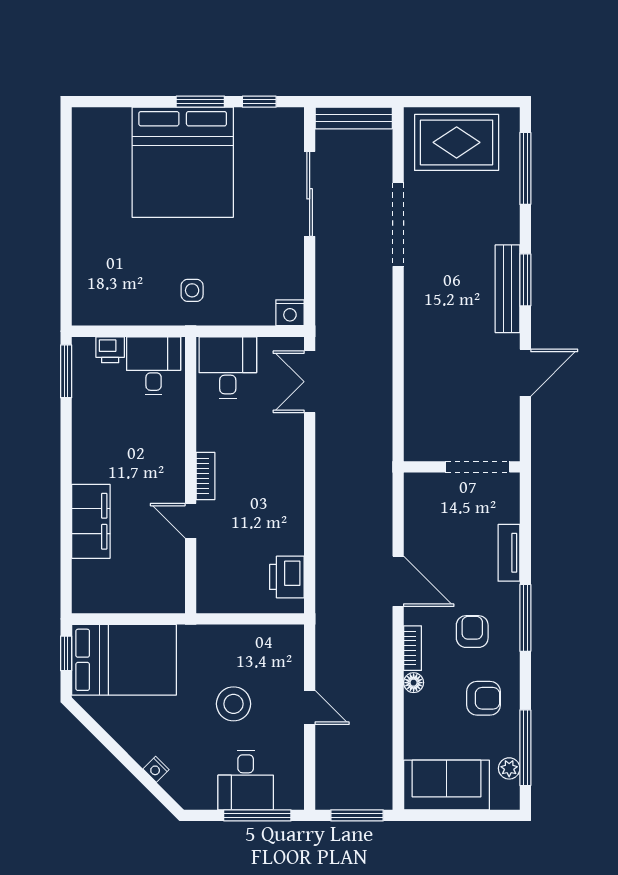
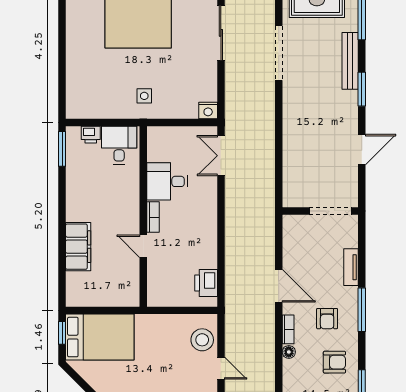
bench: (508, 289) -> (350, 61), moved
desk: (228, 368) -> (167, 181), moved, turned -90
armchair: (472, 632) -> (327, 319), turned 180
stool: (233, 704) -> (202, 340), moved

